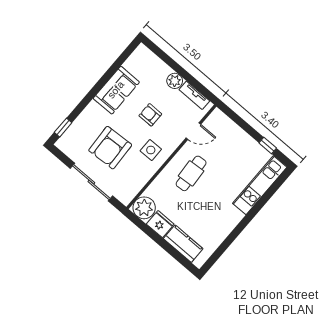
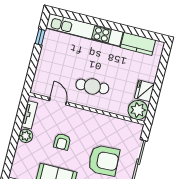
side table: (151, 150) -> (90, 127), removed
kitchen unit: (260, 185) -> (84, 30), width x1.36
kitchen counter: (183, 244) -> (138, 44), moved, turned -90

